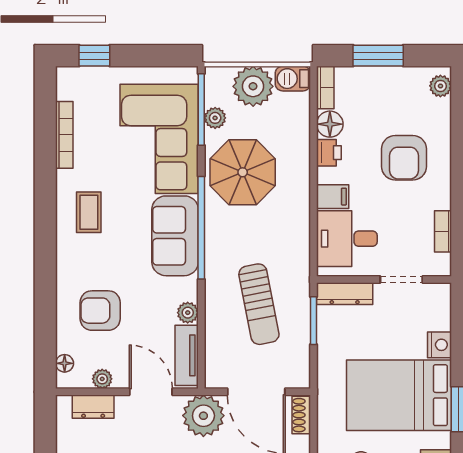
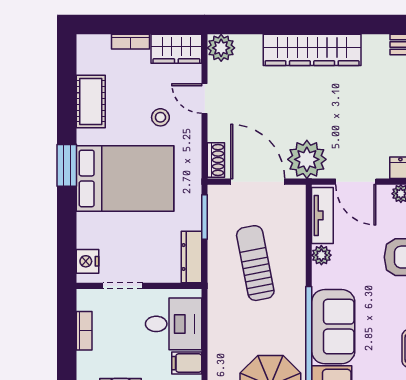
dresser: (345, 294) -> (191, 257), moved, turned -90
window: (314, 321) -> (205, 217), moved
nightstand: (439, 345) -> (88, 261), moved

